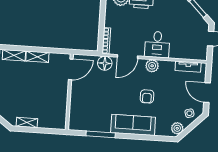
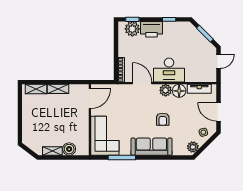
desk: (157, 44) -> (169, 70), width x1.37
door: (127, 57) -> (142, 83), swing flipped
floor lamp: (105, 63) -> (179, 91), moved
corner sofa: (84, 110) -> (105, 136), added
boiler: (45, 122) -> (69, 149), added

